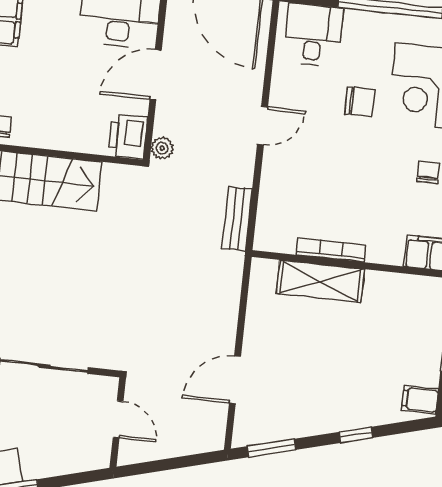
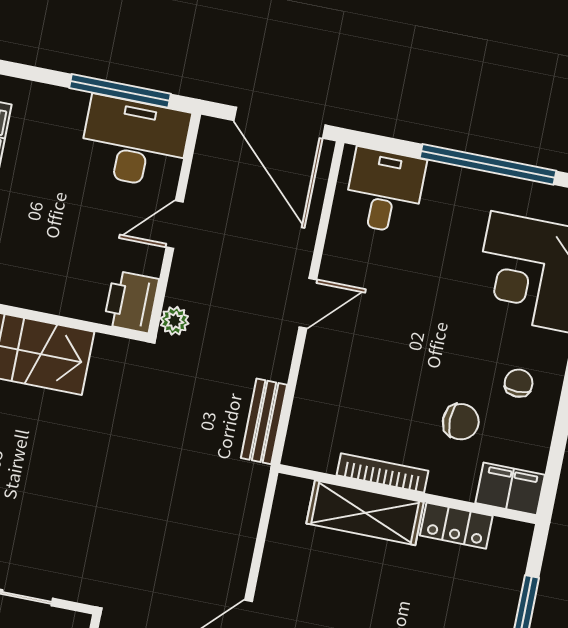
door: (156, 75) -> (175, 225), width x0.73
chair: (360, 102) -> (461, 422), moved
locker: (391, 285) -> (456, 526), added

